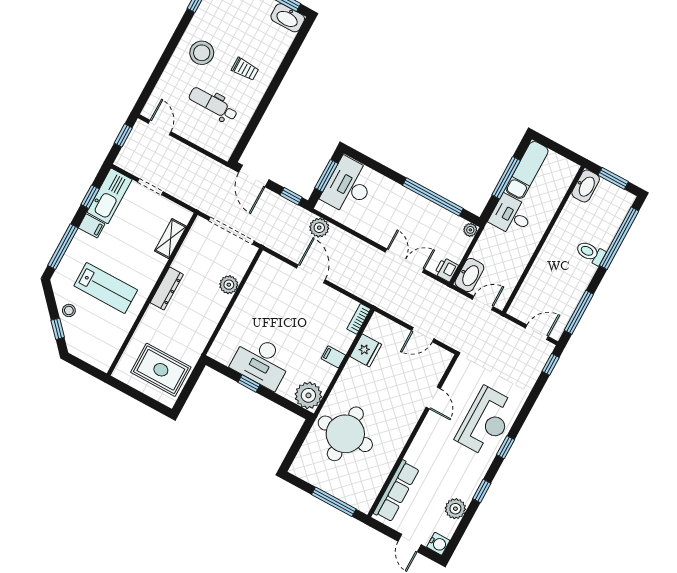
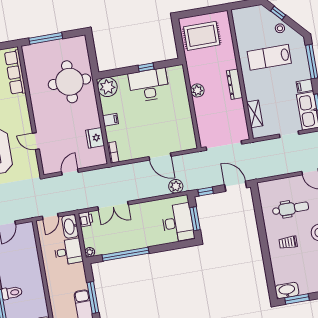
desk: (511, 216) -> (68, 252), moved
plant: (229, 285) -> (197, 90), moved

